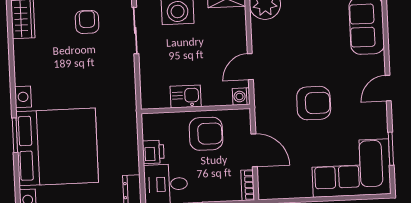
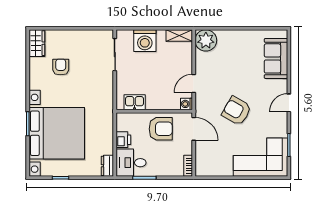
armchair: (87, 22) -> (61, 67), moved
kitchen sink: (186, 96) -> (135, 102), moved
armchair: (314, 103) -> (237, 111), turned -150
door: (254, 150) -> (194, 129), moved

